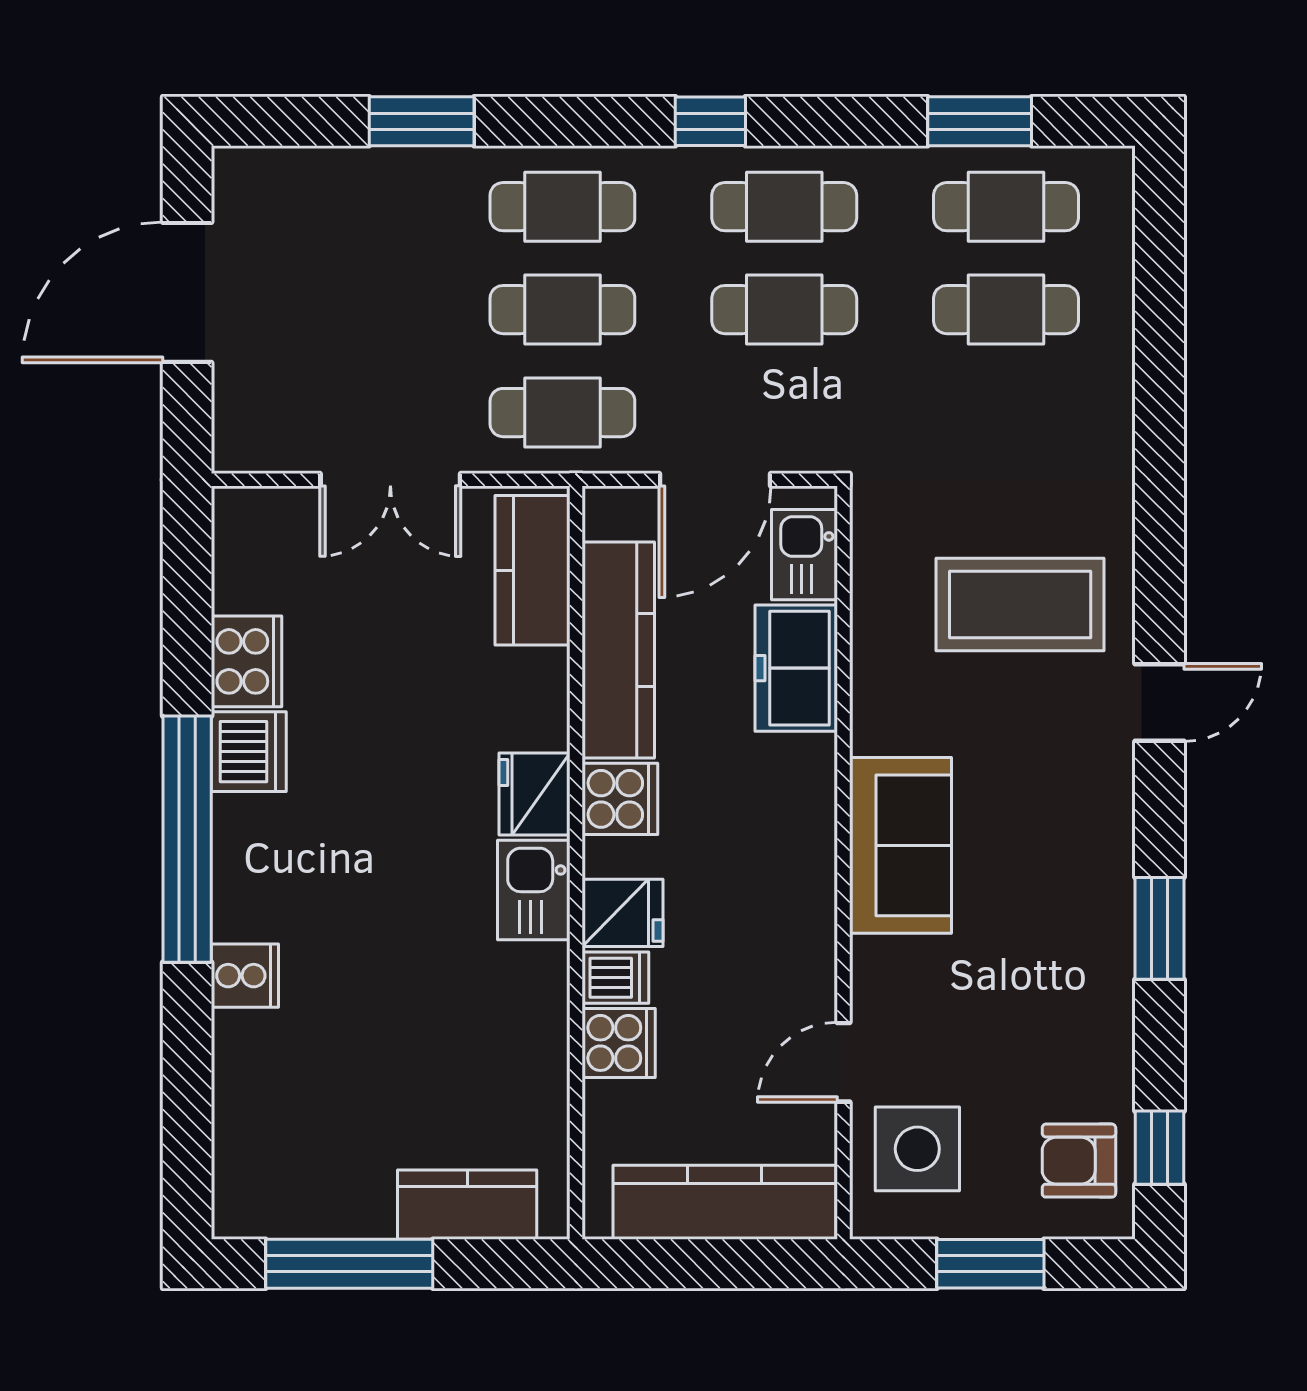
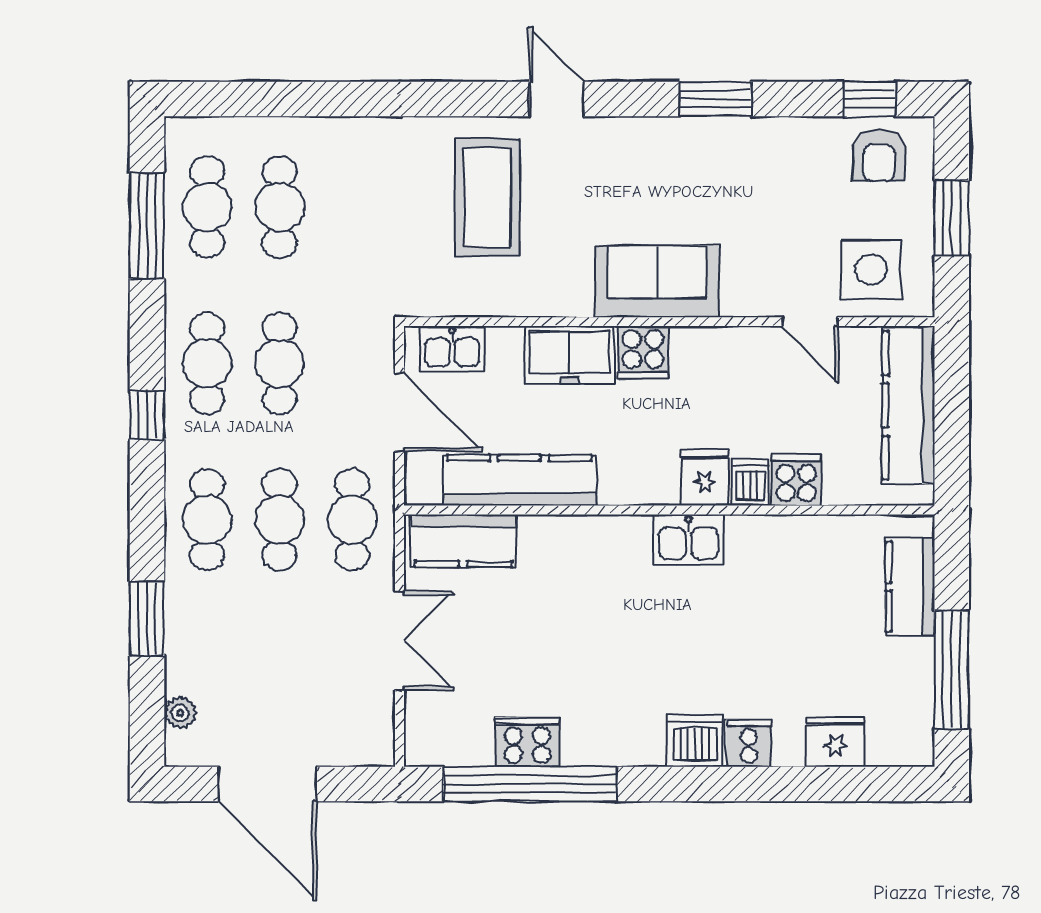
window: (980, 121) -> (147, 226), width x1.44
plant: (288, 168) -> (180, 713), added
freezer: (796, 668) -> (570, 355), moved
dishwasher: (249, 752) -> (695, 741), moved
fridge: (535, 794) -> (835, 742), moved, turned 180
cooker: (620, 799) -> (643, 352), moved, turned 180
window: (187, 839) -> (530, 784), moved

